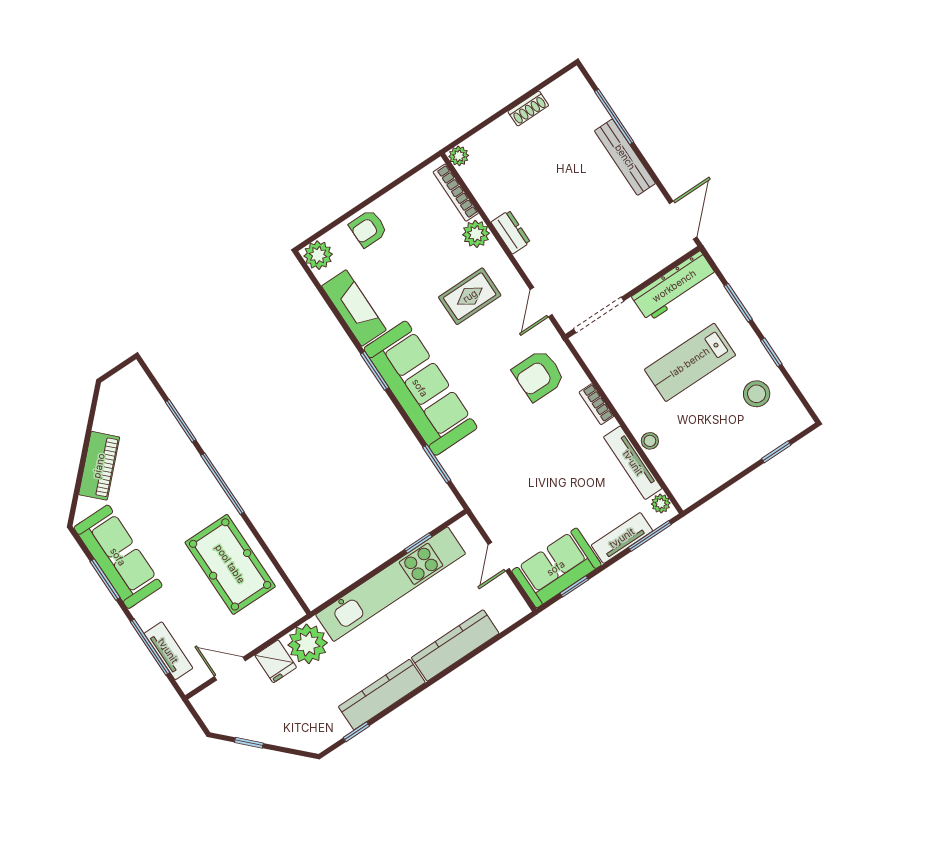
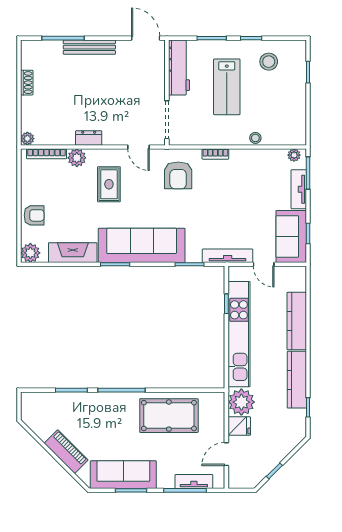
armchair: (368, 228) -> (34, 215), turned -90
tv unit: (633, 463) -> (228, 256), moved, turned 180

